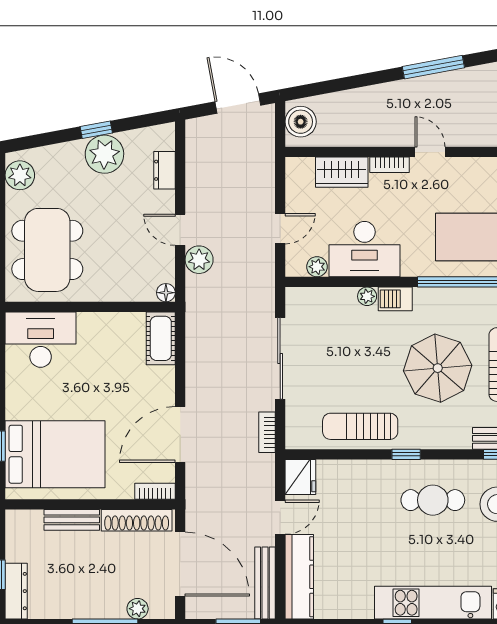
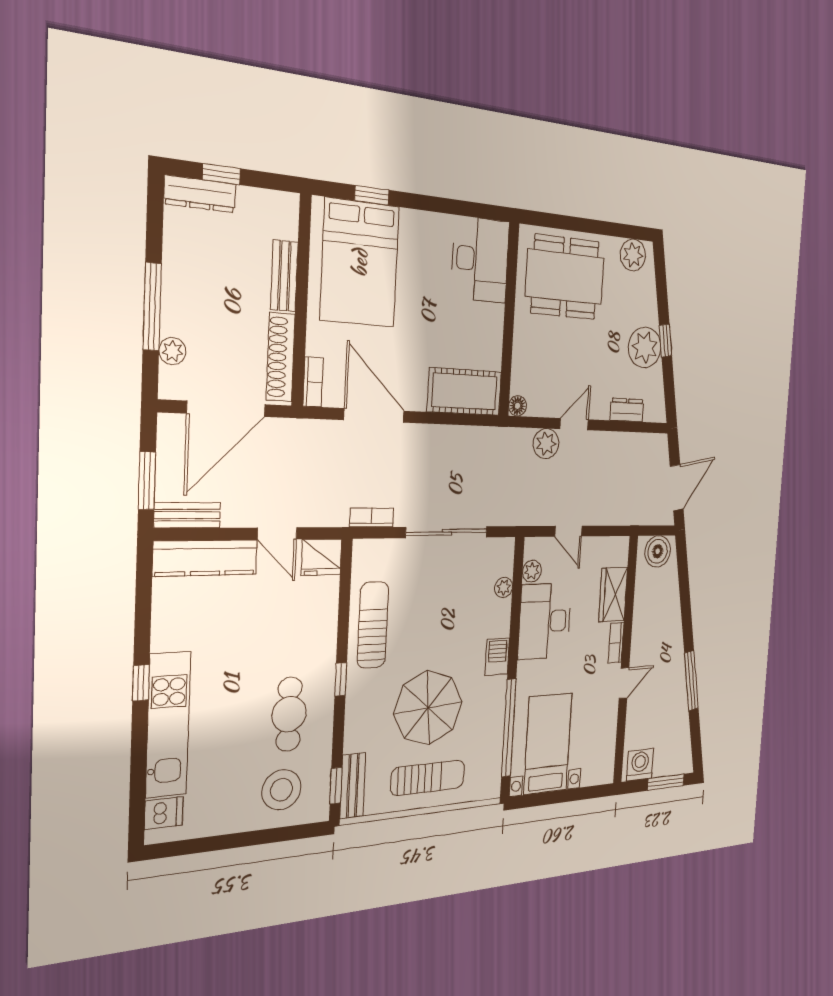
plant: (367, 296) -> (504, 587), moved
cot: (161, 338) -> (465, 392), width x1.37, depth x1.34
bench: (265, 583) -> (187, 515), width x0.73

